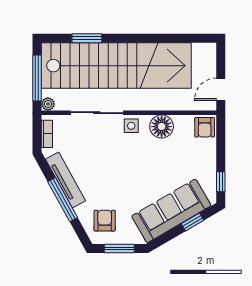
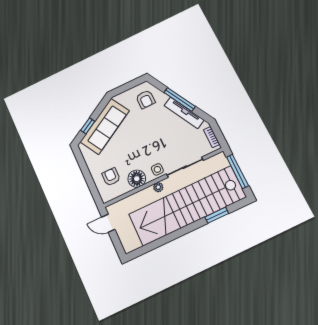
door: (221, 89) -> (108, 223), swing flipped
plant: (48, 104) -> (158, 187), moved
armchair: (205, 127) -> (111, 177), moved
window: (221, 182) -> (81, 161), removed
window: (119, 249) -> (127, 86), removed

